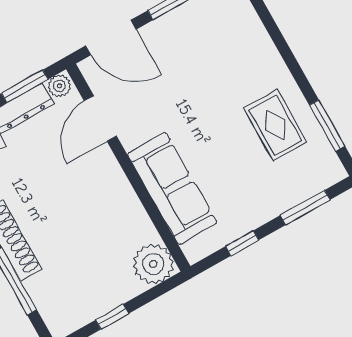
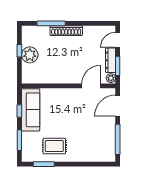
door: (100, 118) -> (91, 86), hinge flipped
sofa: (172, 188) -> (31, 110), moved, turned -90
plant: (153, 264) -> (30, 55), moved

